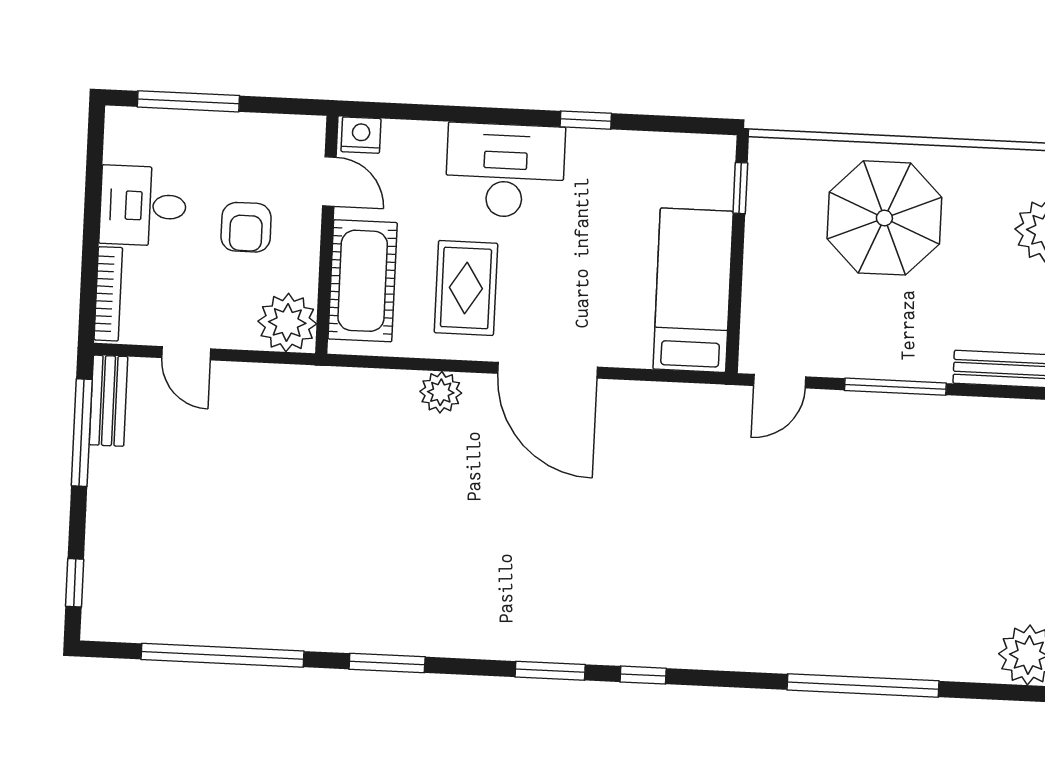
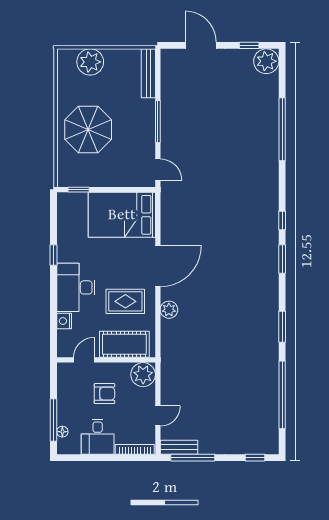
floor lamp: (159, 121) -> (62, 432), added
nightstand: (361, 135) -> (64, 321), moved
bed: (693, 290) -> (122, 215), width x1.50

